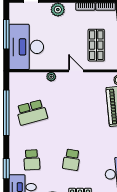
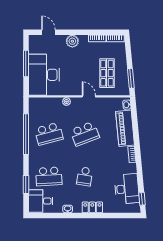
school desk: (71, 112) -> (85, 134), added
school desk: (32, 160) -> (49, 176), width x1.85

